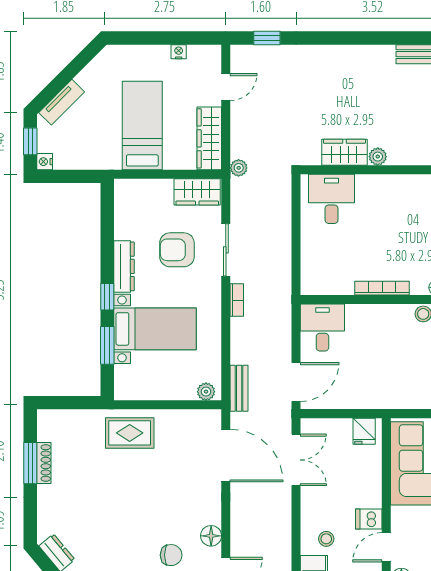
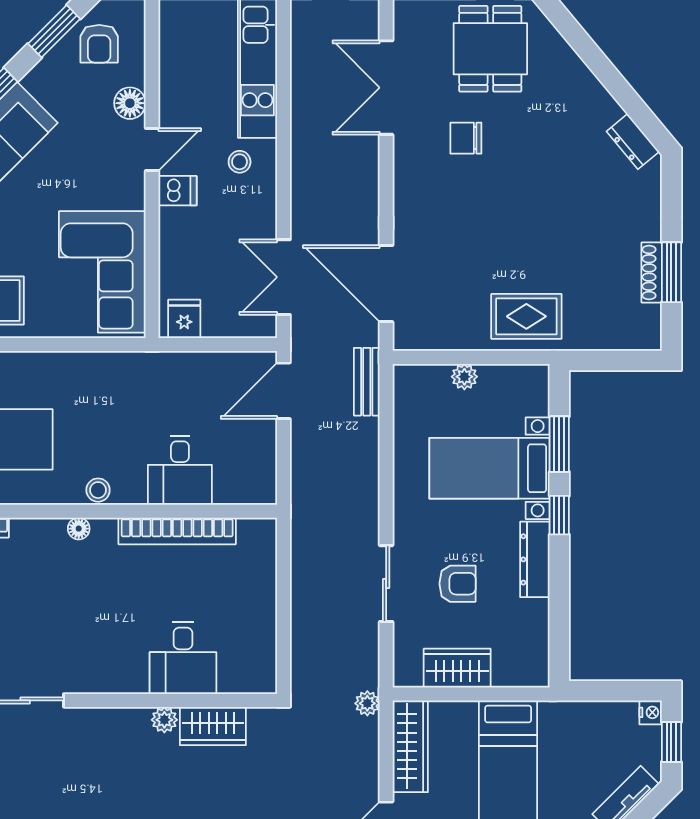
wardrobe: (197, 192) -> (457, 668), moved
desk: (332, 199) -> (183, 658), moved
armchair: (177, 250) -> (457, 584), width x0.72, depth x0.72
bookcase: (382, 288) -> (177, 531), width x1.48, depth x1.31
bookcase: (237, 300) -> (370, 510), removed
desk: (322, 327) -> (180, 470), moved
plant: (206, 392) -> (464, 377), moved
floor lamp: (211, 536) -> (408, 166), removed

